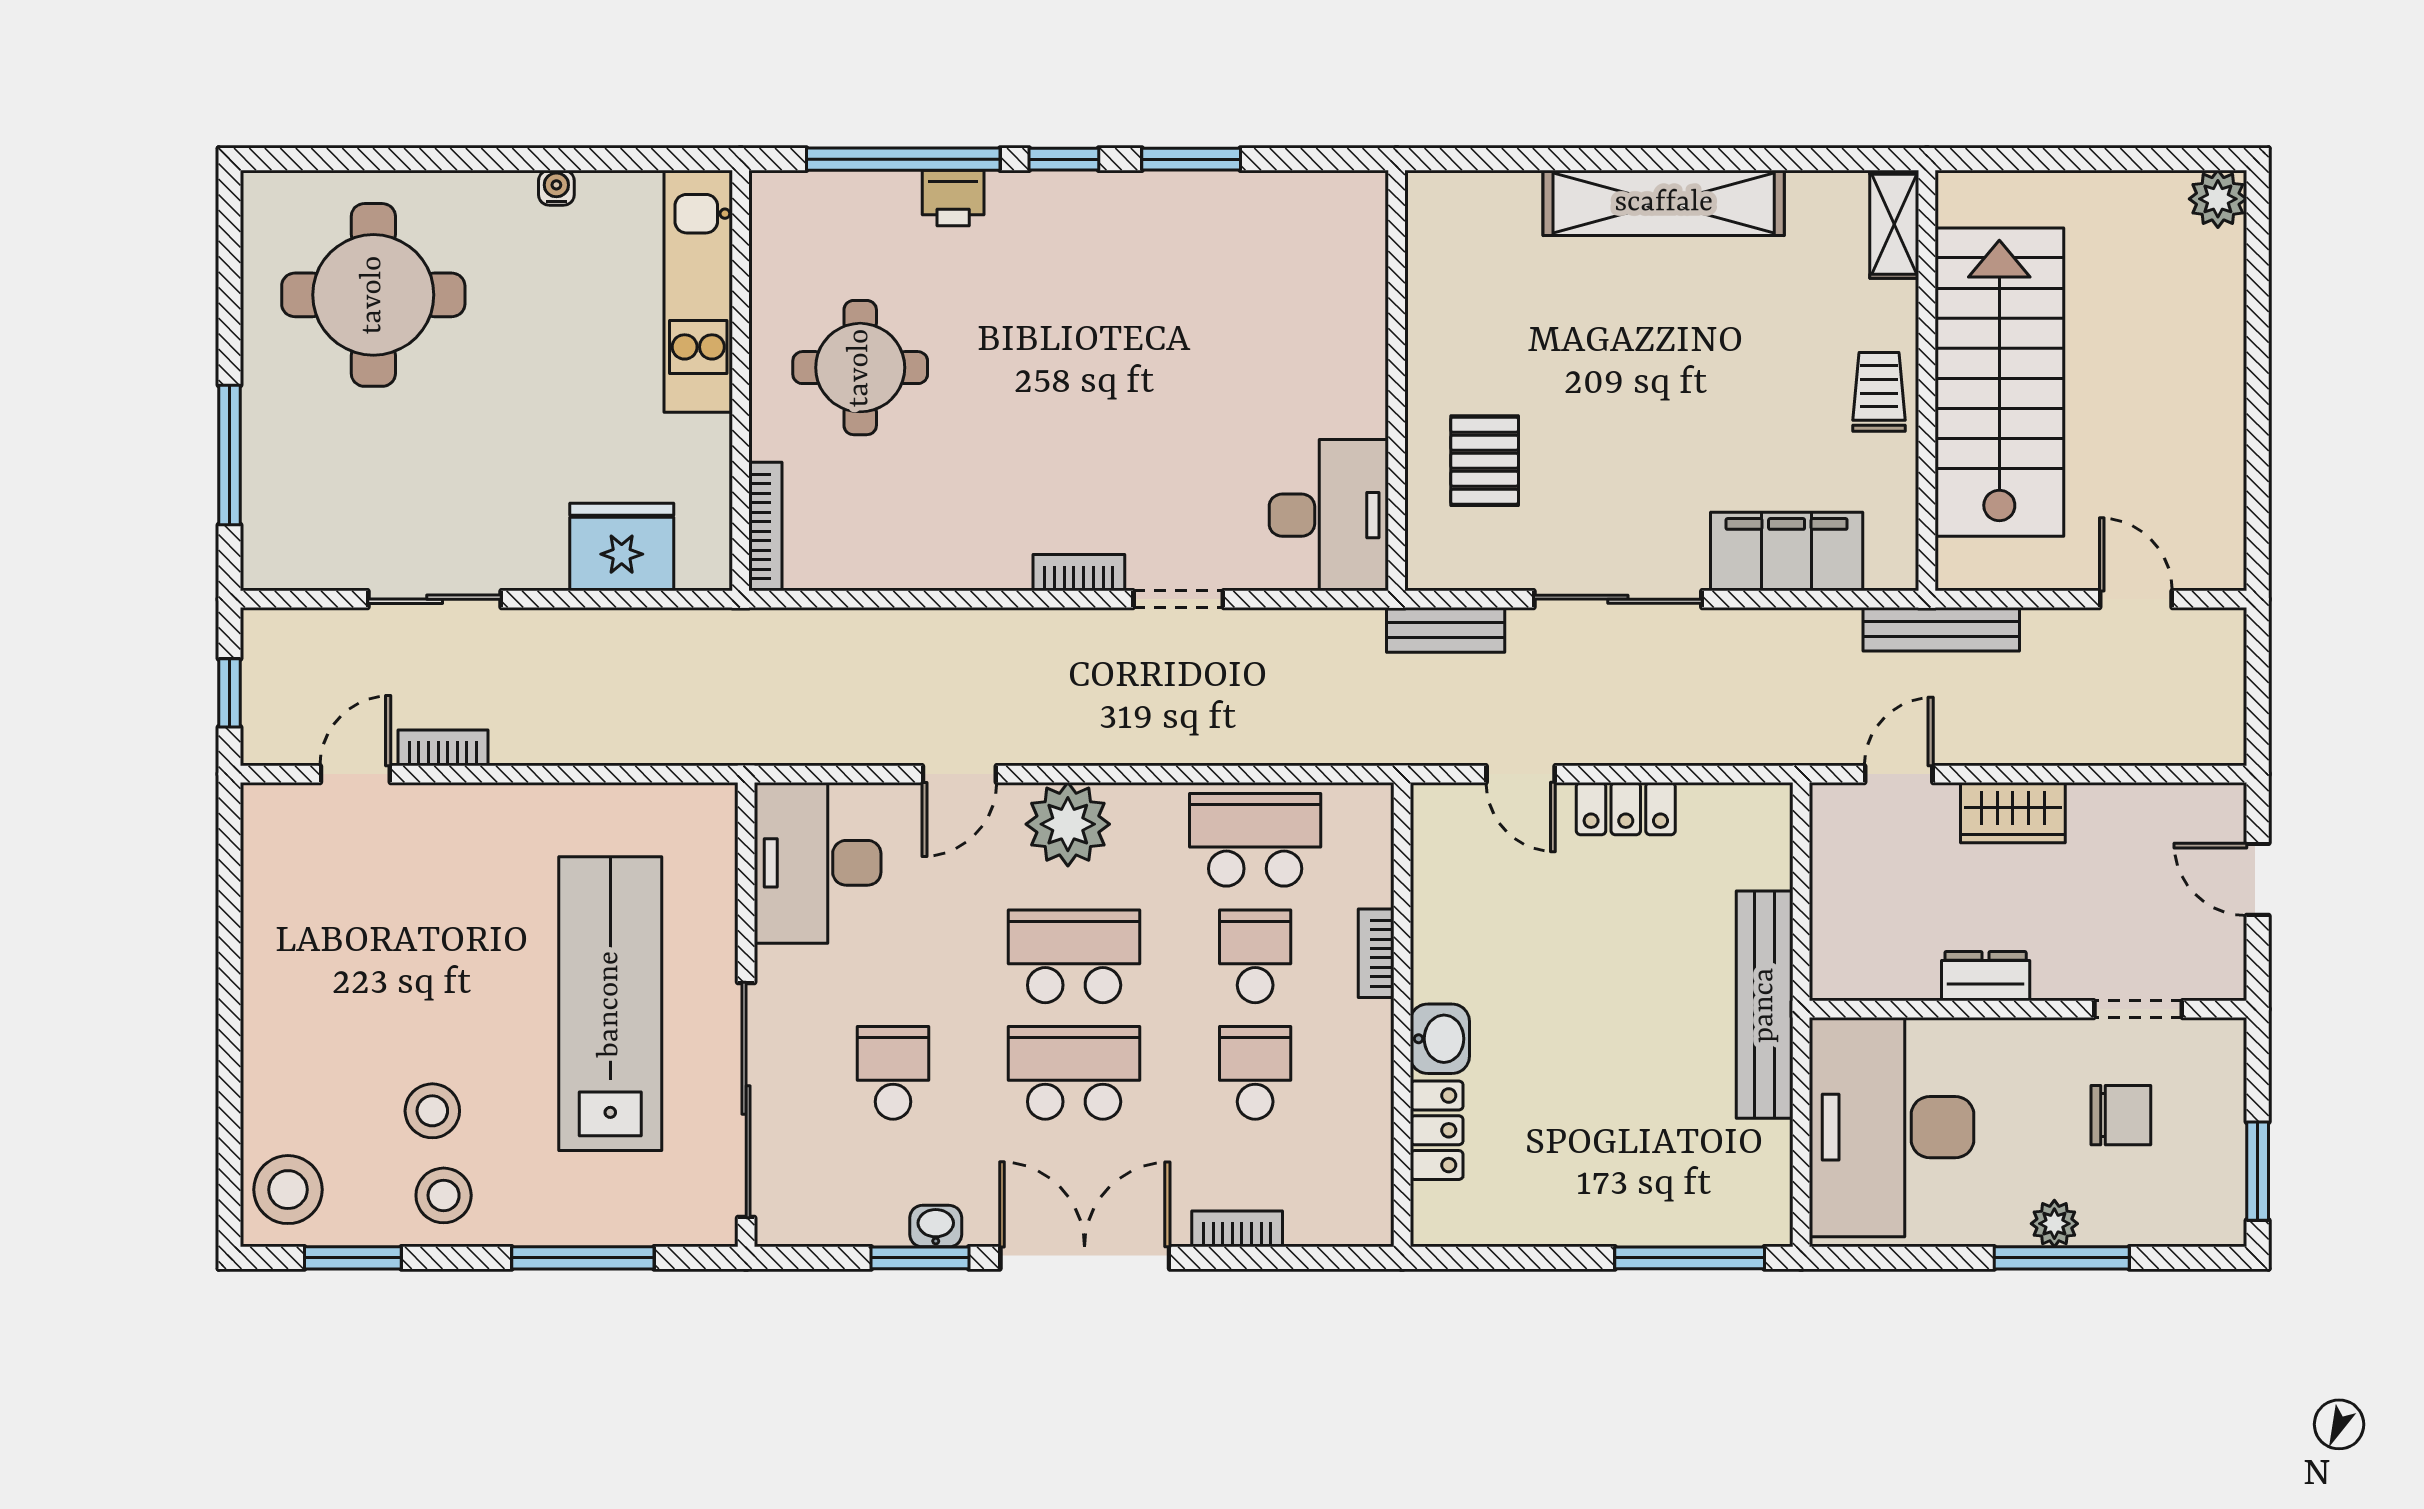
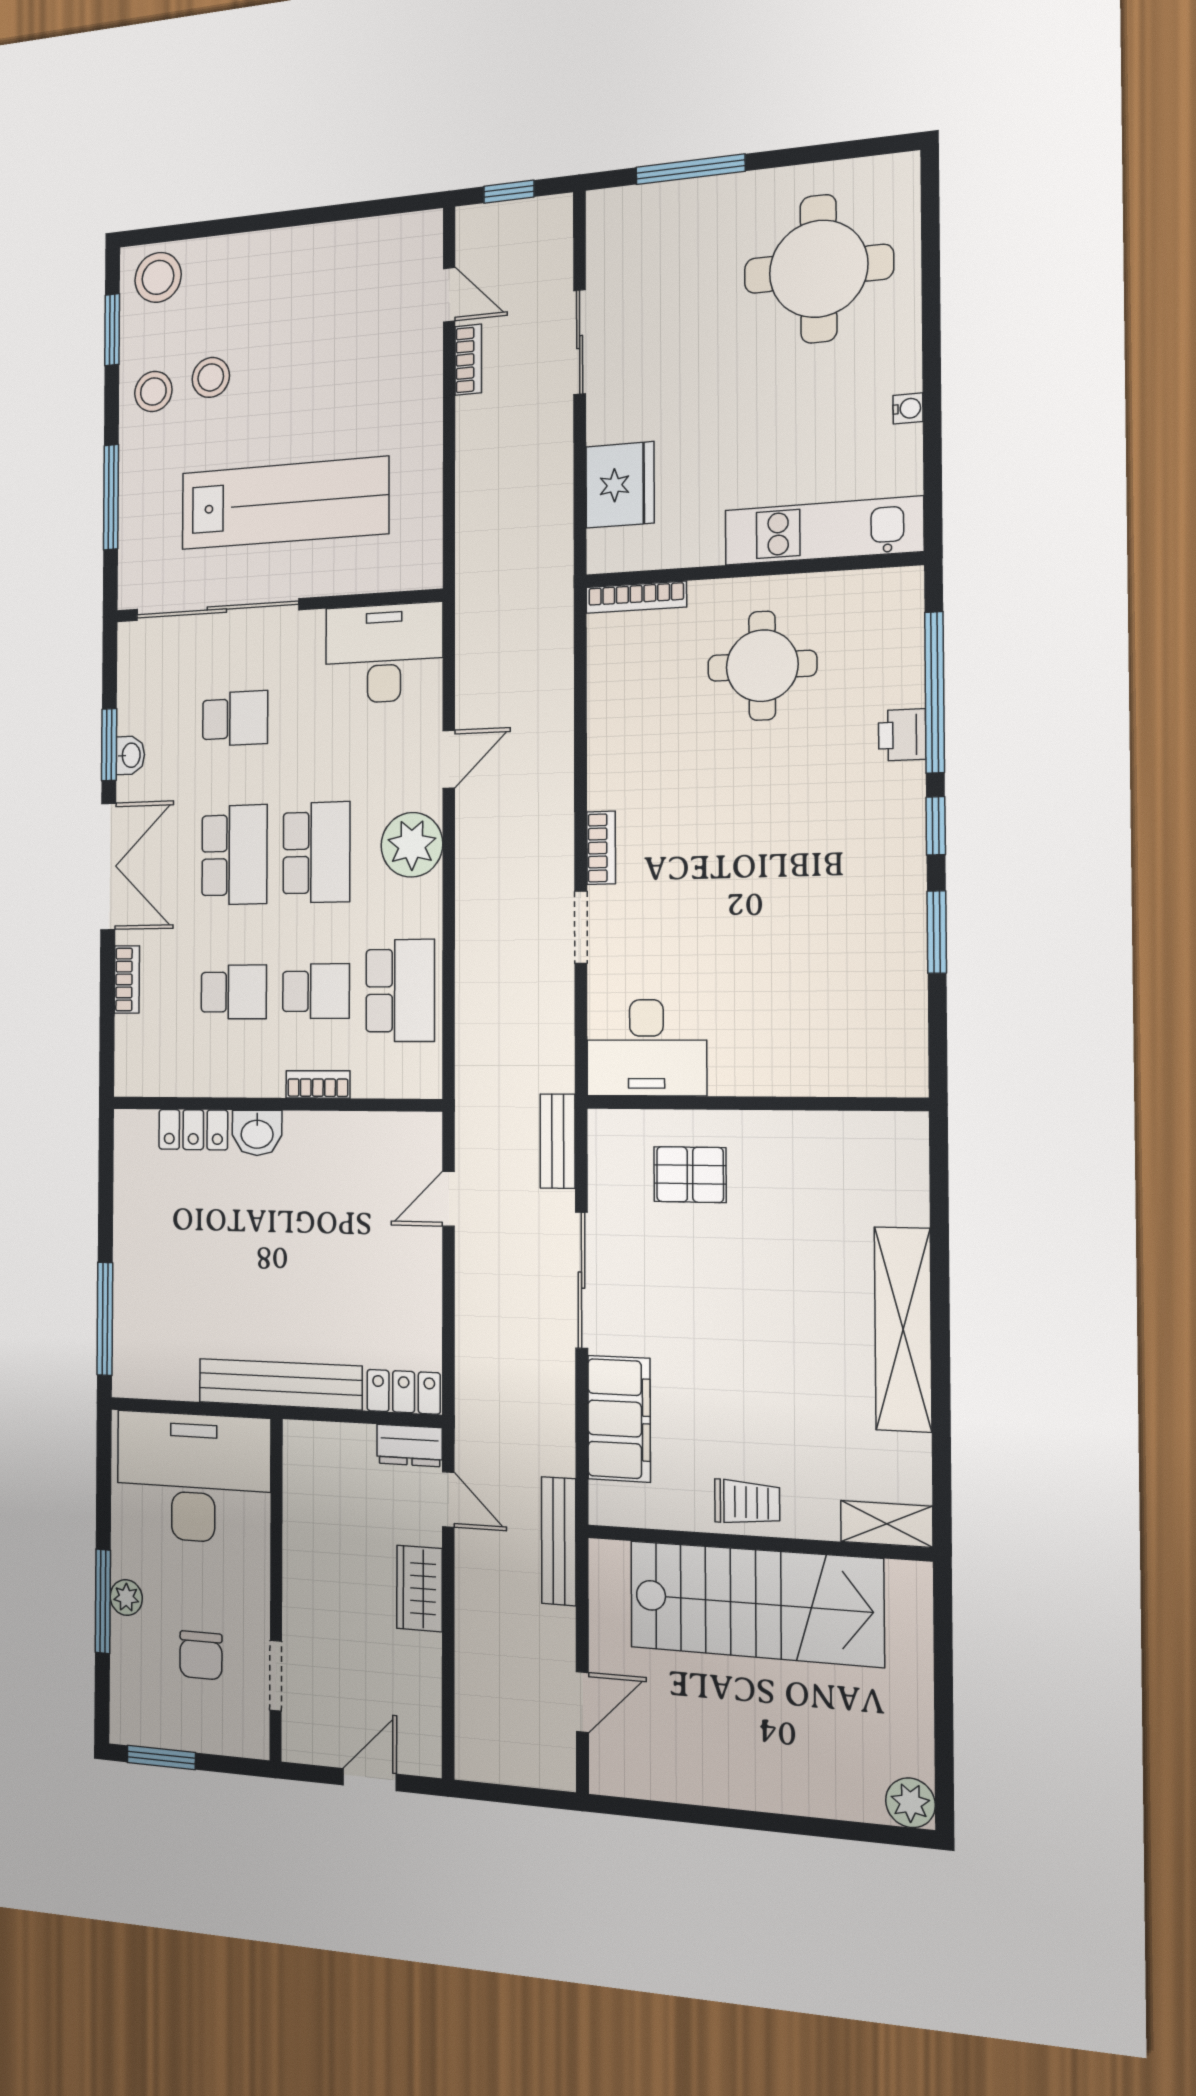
door: (959, 774) -> (449, 759), swing flipped
locker: (1626, 809) -> (404, 1392), moved, turned 90
dresser: (1986, 976) -> (409, 1446), moved, turned 90

